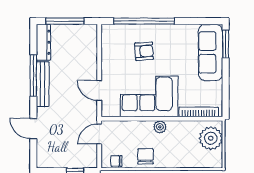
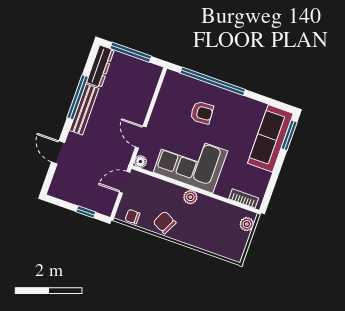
floor lamp: (106, 112) -> (140, 162), added
bookcase: (199, 112) -> (244, 198), width x0.64
plant: (211, 138) -> (247, 224), width x0.53, depth x0.53
chair: (146, 156) -> (165, 222), turned -64

